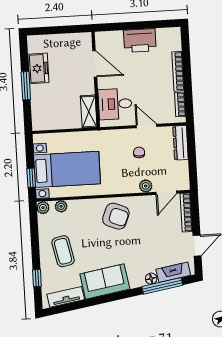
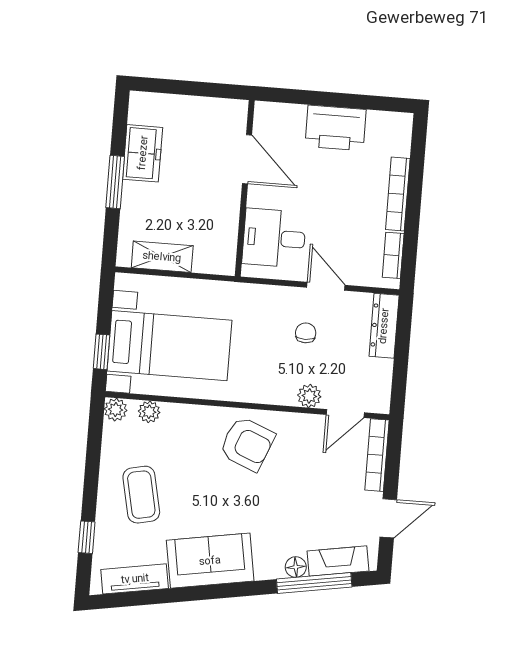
shelving: (89, 112) -> (162, 257), moved, turned 90

